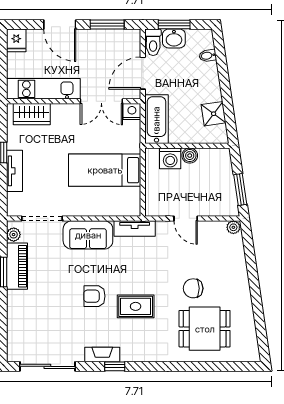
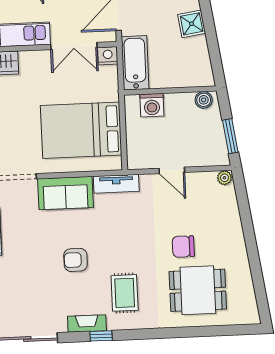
shower: (214, 114) -> (192, 24), moved
boiler: (190, 156) -> (204, 100), moved
bed: (105, 170) -> (81, 130), width x1.50
rug: (136, 306) -> (125, 293), moved, turned 90

